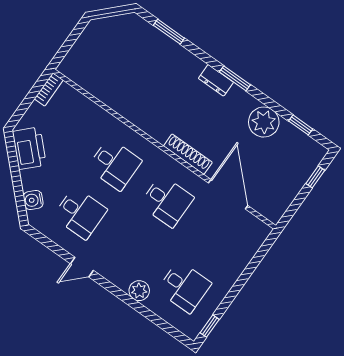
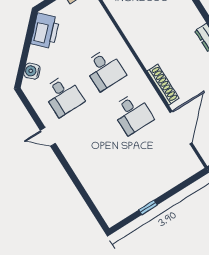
desk: (184, 287) -> (119, 184), removed
plant: (139, 291) -> (84, 173), removed
window: (210, 326) -> (148, 207), moved

